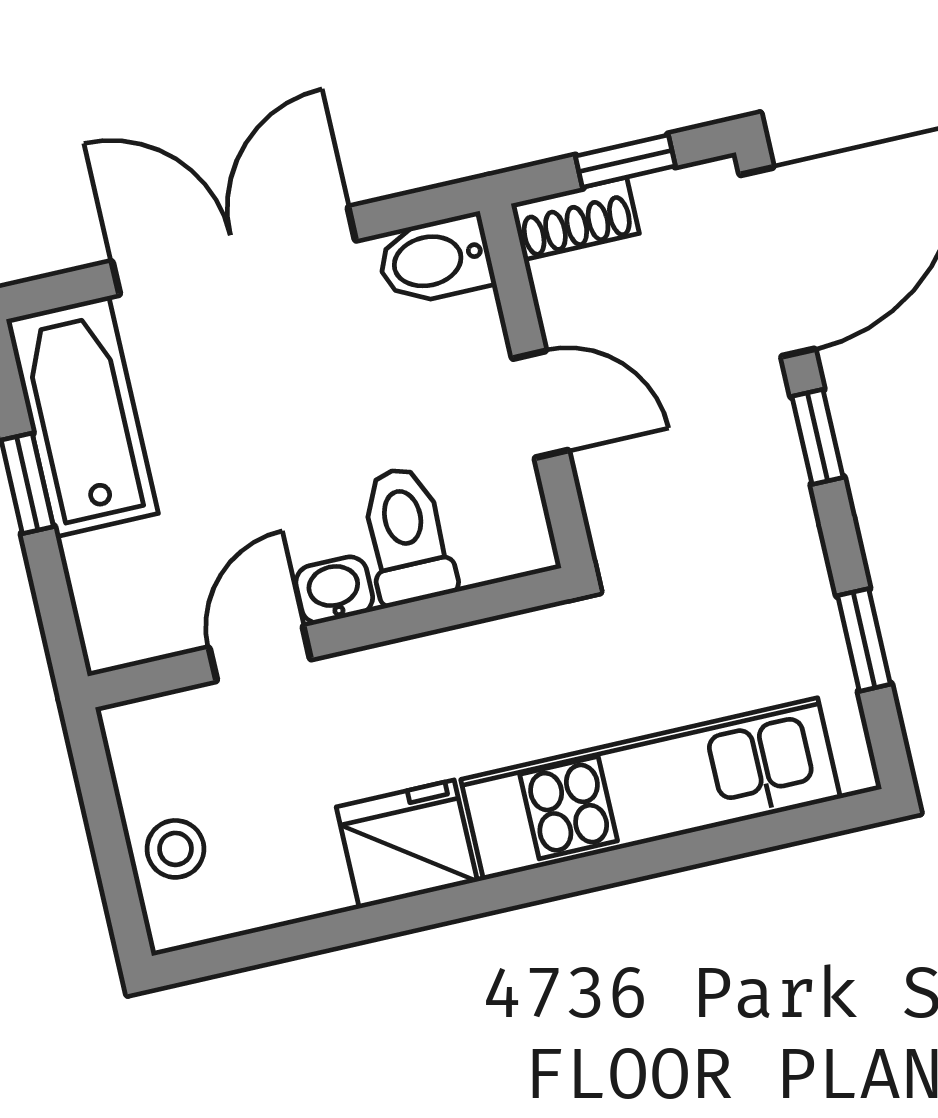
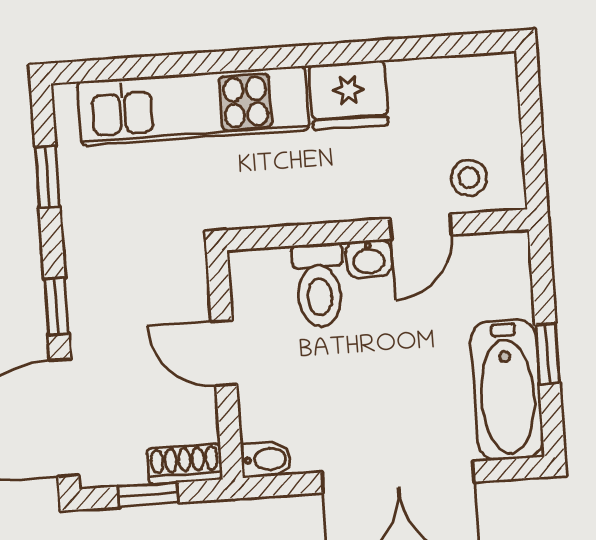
bidet: (435, 260) -> (266, 459), width x0.72, depth x0.74
stool: (175, 849) -> (469, 178), moved

